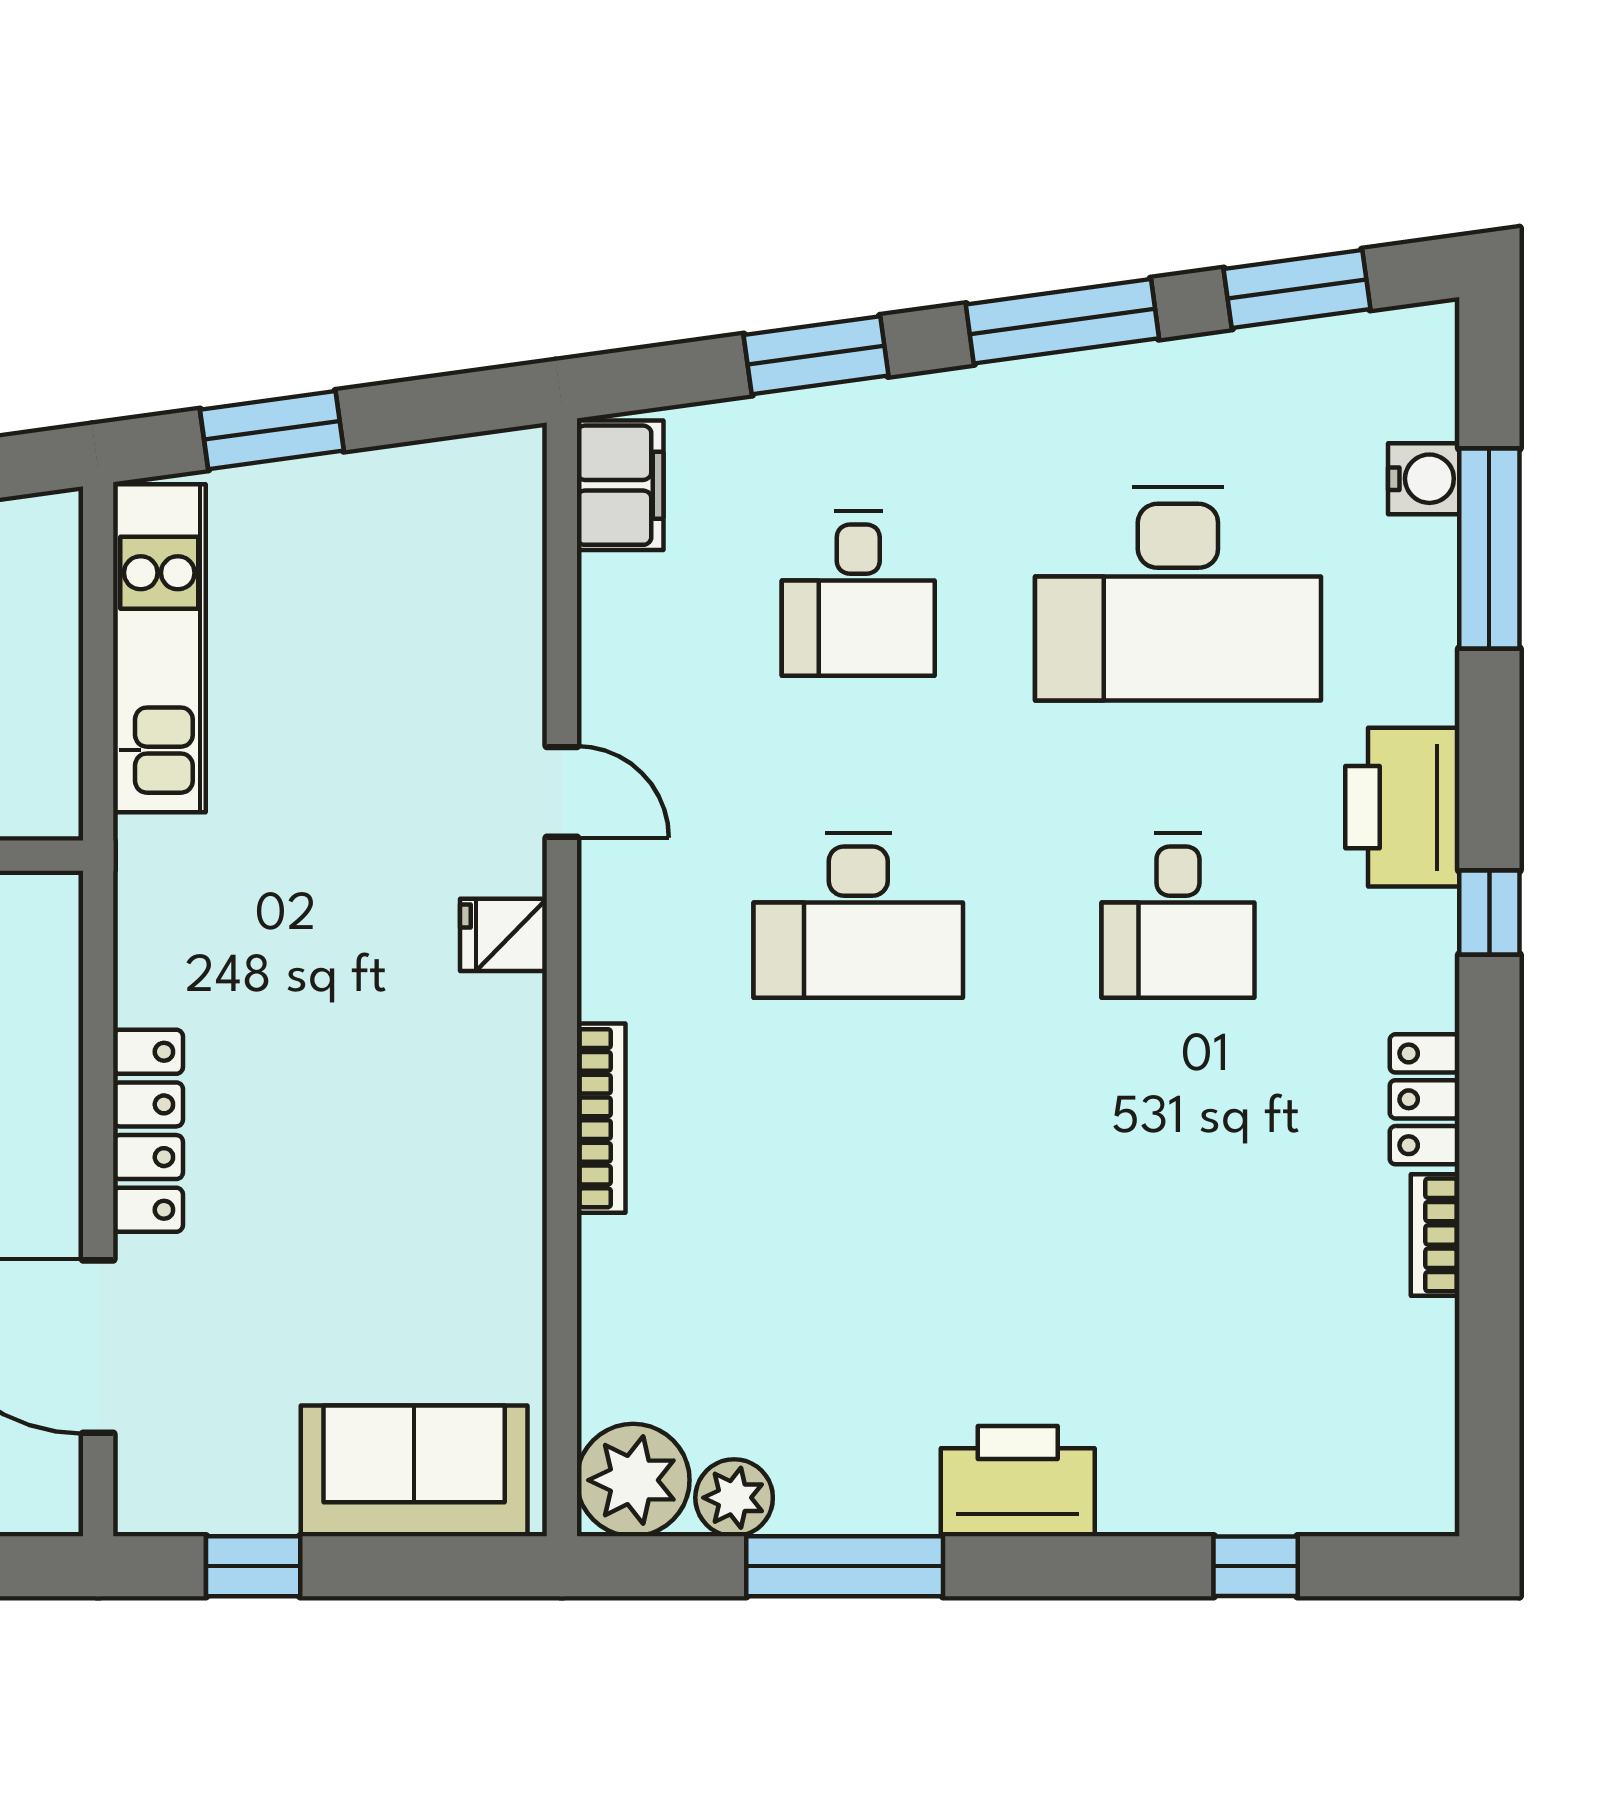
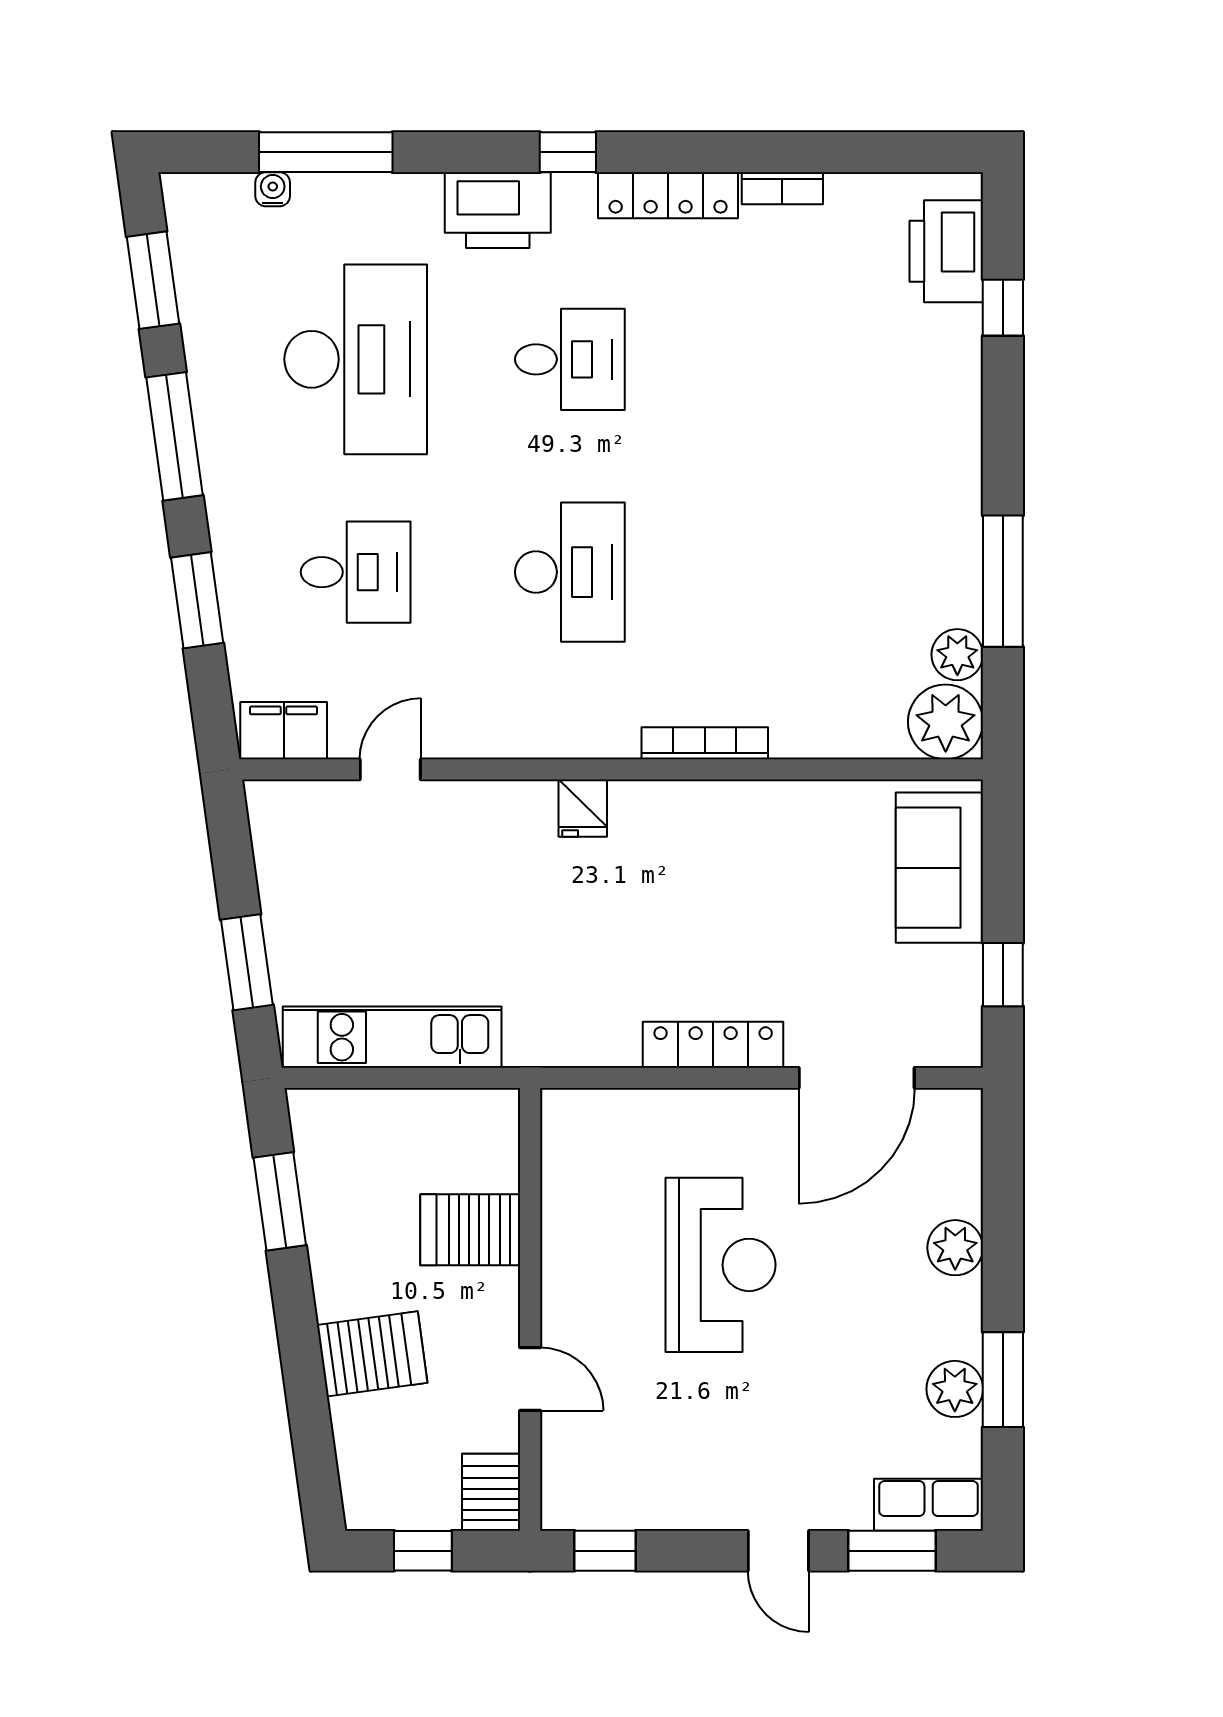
water cooler: (1424, 479) -> (273, 189), width x0.72, depth x0.72
door: (562, 792) -> (390, 769), moved
locker: (1425, 1099) -> (668, 195), width x1.53
printer: (1018, 1481) -> (946, 251), moved

